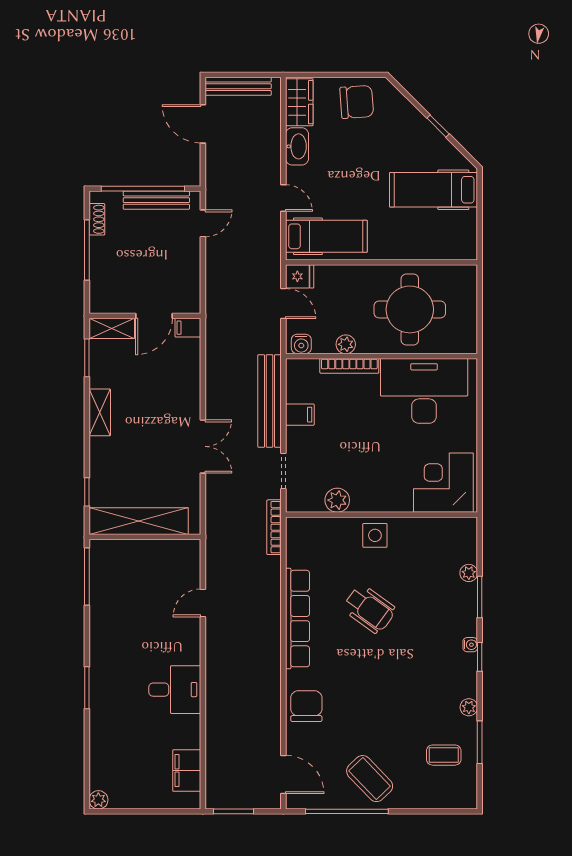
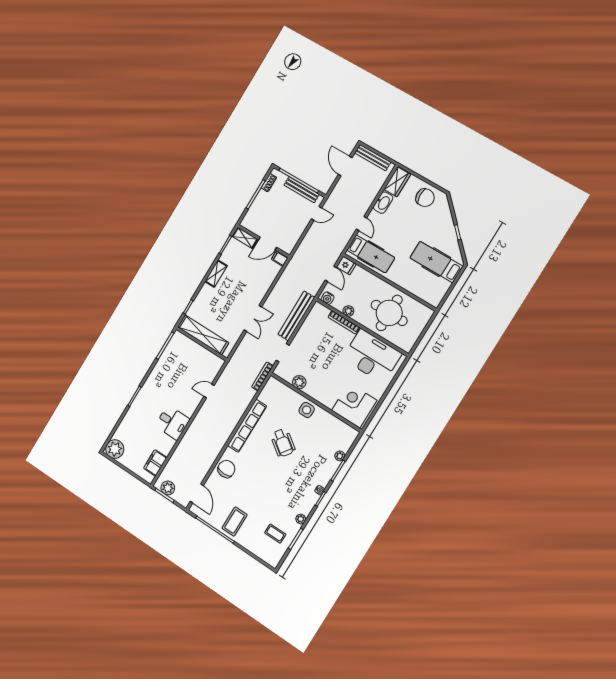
filing cabinet: (300, 415) -> (306, 331), removed
coffee table: (370, 779) -> (235, 522), turned 44
plant: (231, 796) -> (168, 488), added
plant: (98, 800) -> (115, 449), width x1.88, depth x1.88

